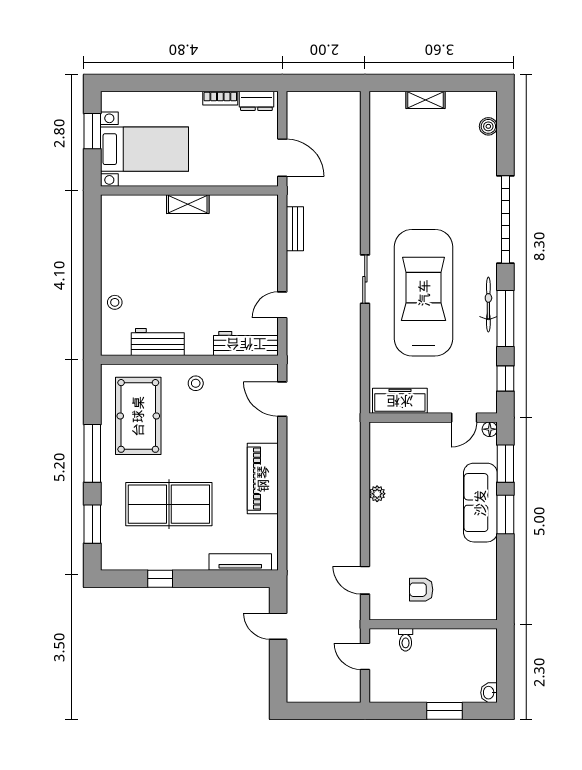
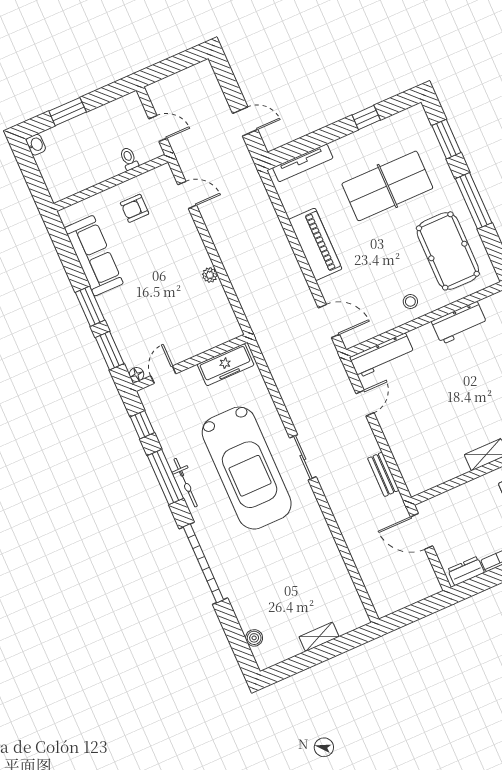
sofa: (480, 503) -> (94, 256), moved
armchair: (421, 590) -> (135, 208), turned 180

